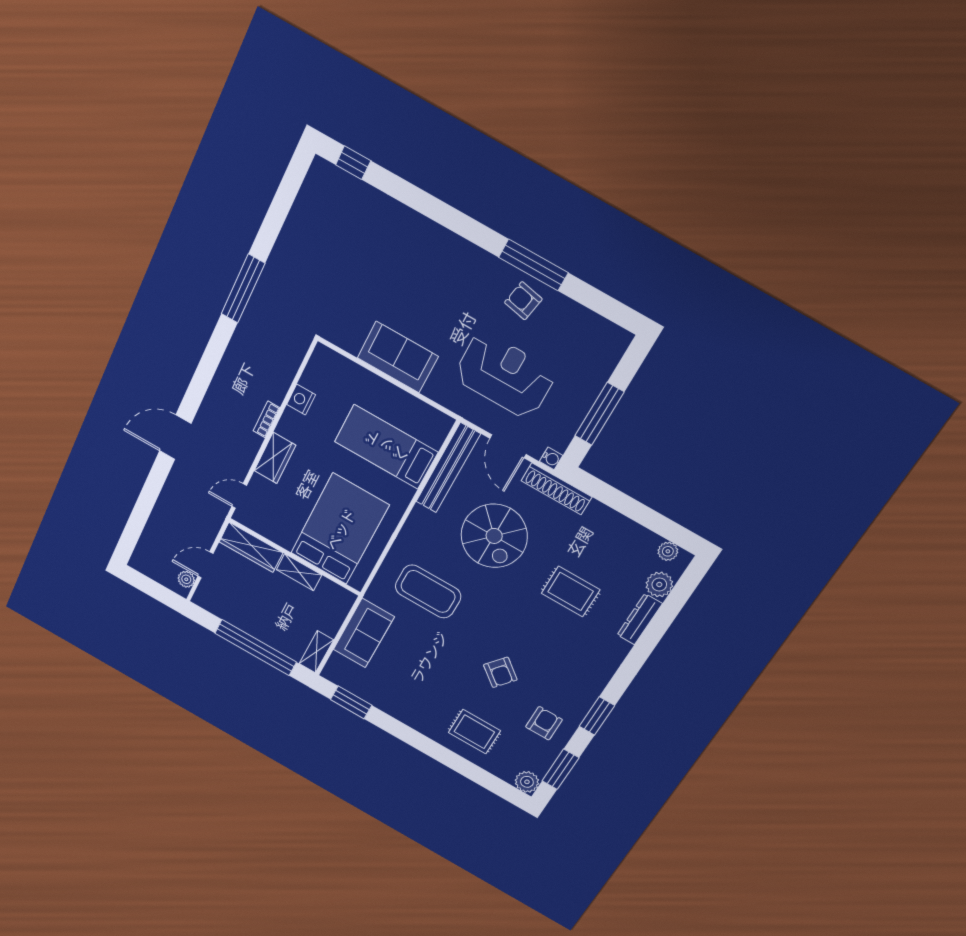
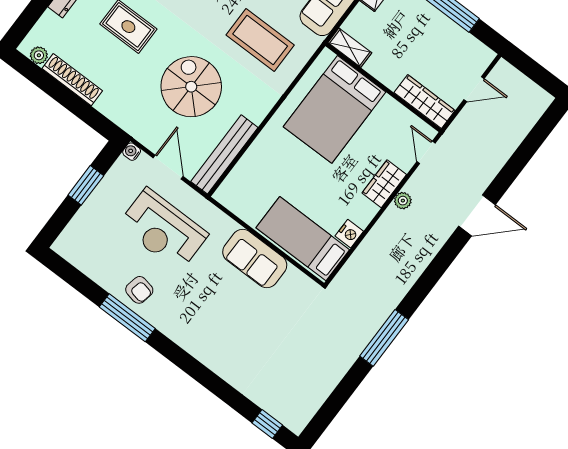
window: (599, 414) -> (86, 185), width x0.69
bookcase: (266, 419) -> (385, 220), removed
bed: (386, 447) -> (303, 239), moved, turned 180
shoe rack: (556, 489) -> (72, 80), moved
door: (239, 496) -> (426, 152), swing flipped
shelving: (299, 572) -> (350, 48), moved
plant: (186, 579) -> (403, 201), moved
plant: (659, 585) -> (49, 25), removed

